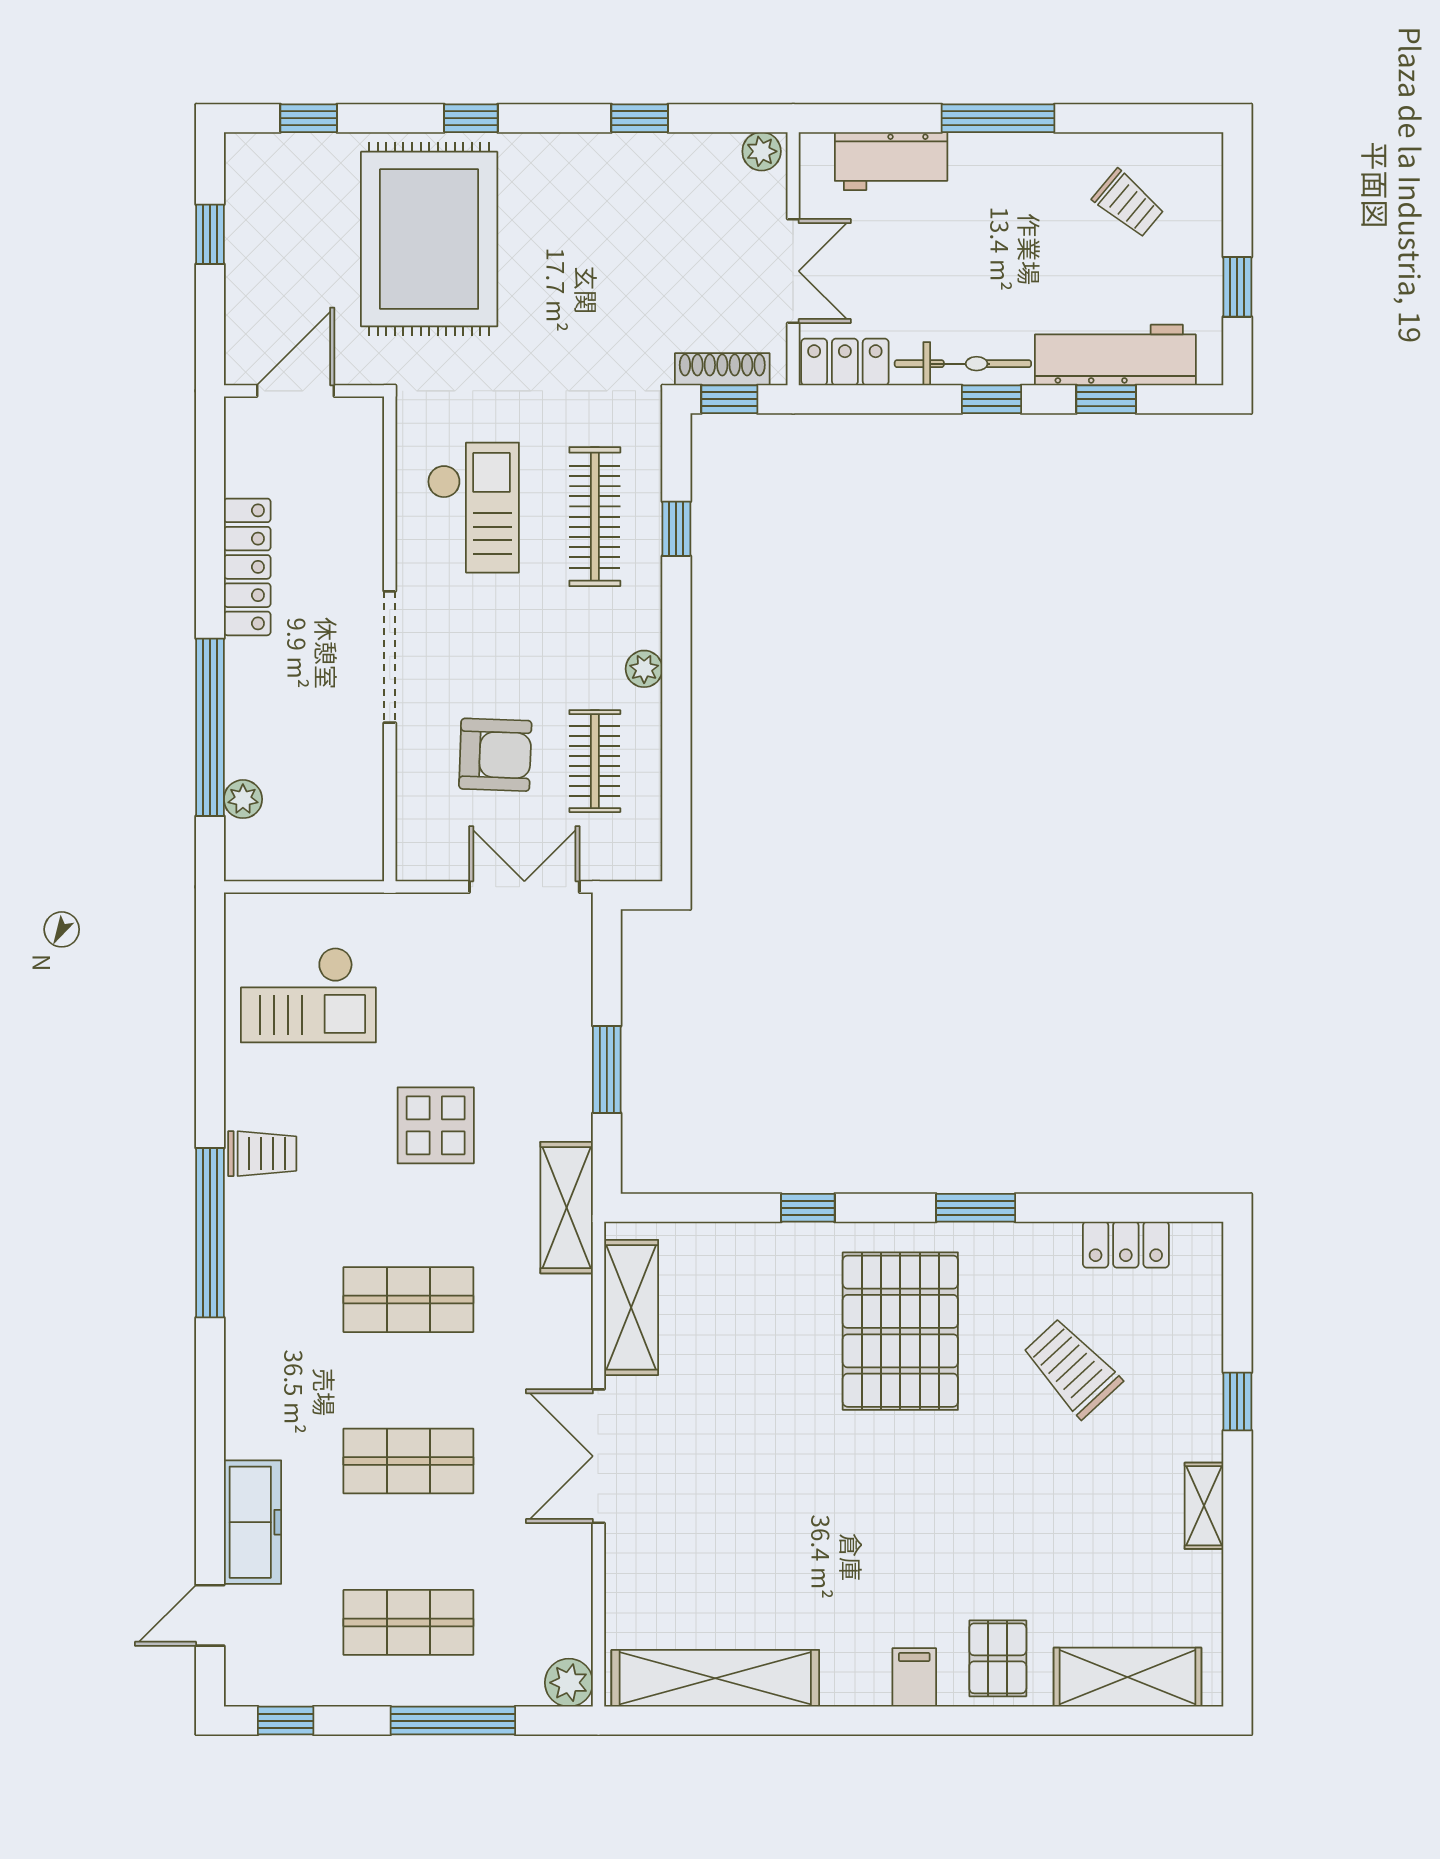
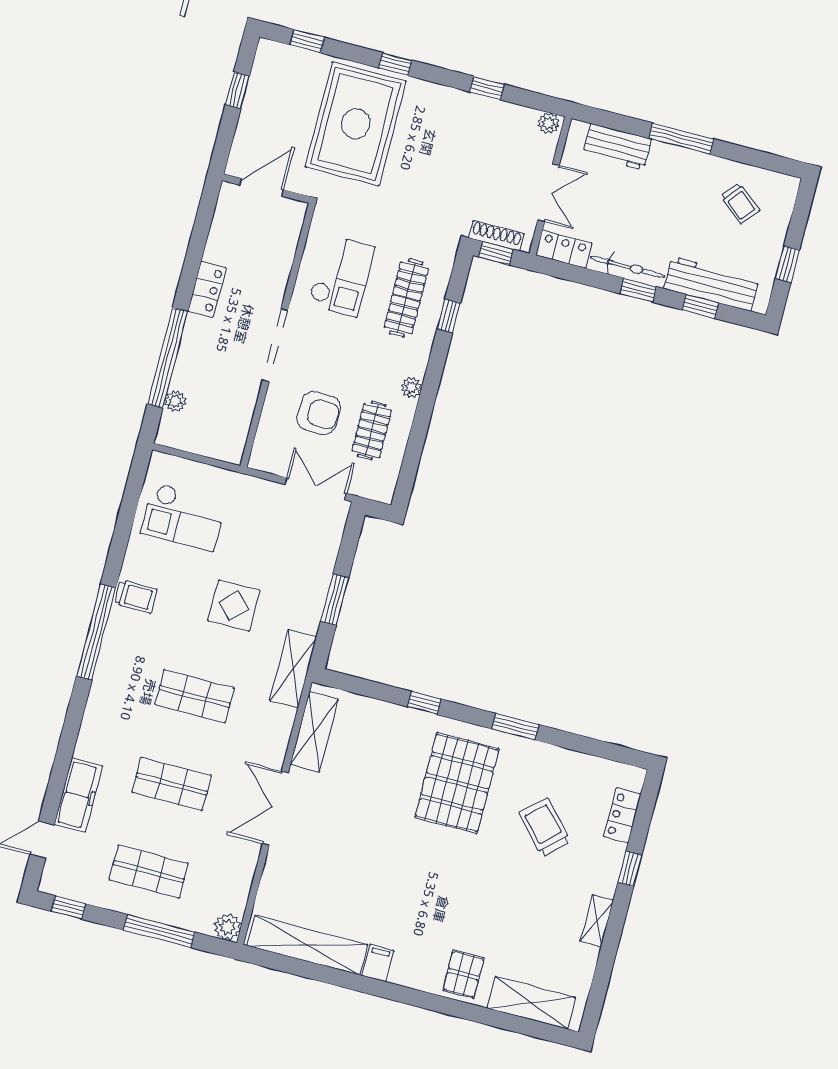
locker: (247, 567) -> (207, 289), width x0.66
locker: (1126, 1245) -> (622, 815), moved, turned 90
filing cabinet: (914, 1677) -> (378, 963), moved

